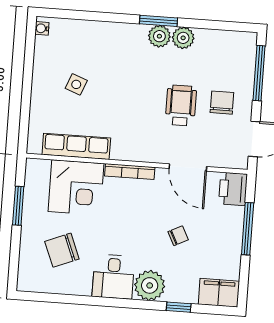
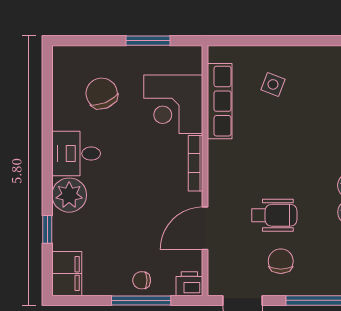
side table: (76, 84) -> (273, 84), moved
chair: (222, 103) -> (281, 261), turned -90
printer: (233, 189) -> (189, 284), width x0.73, depth x0.81
chair: (178, 236) -> (142, 280), moved, turned 117

